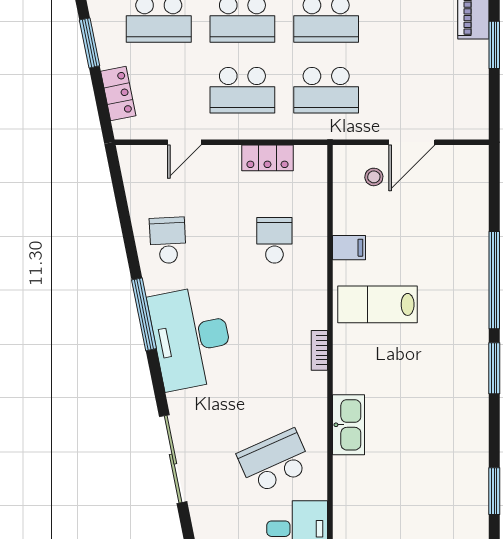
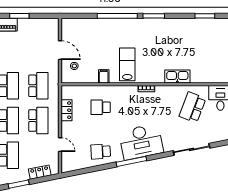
lab bench: (377, 304) -> (127, 64), turned 180
school desk: (274, 461) -> (192, 107), turned 45

